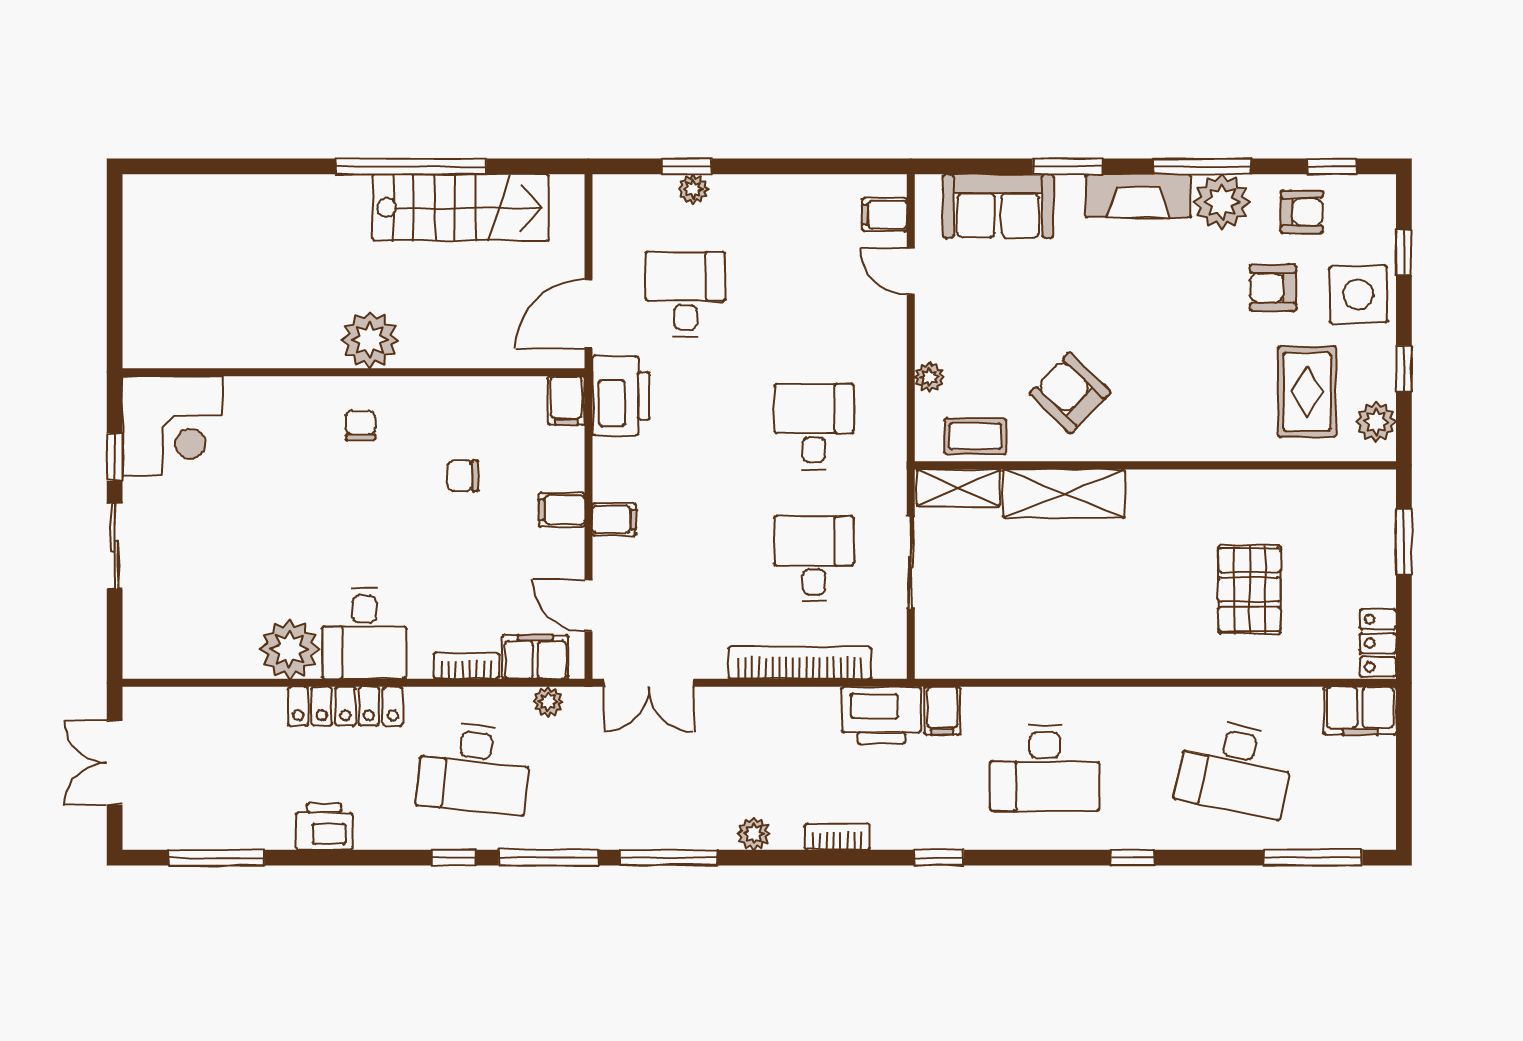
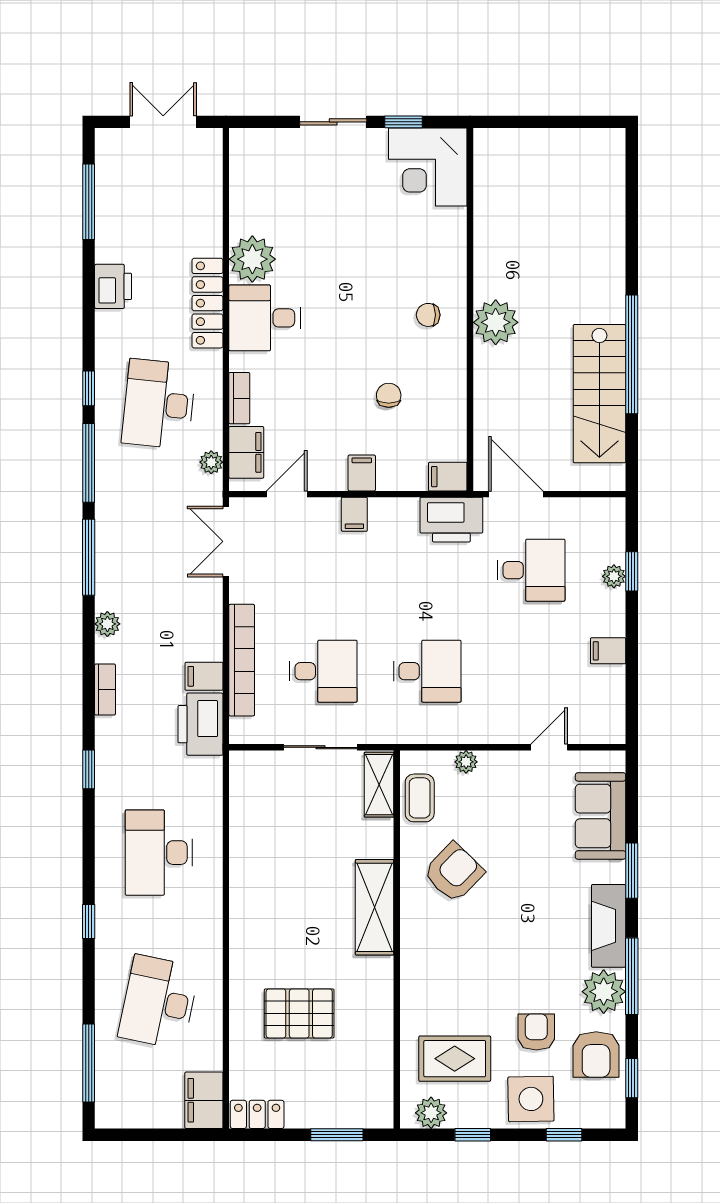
armchair: (1302, 212) -> (596, 1054), width x1.38, depth x1.38
filing cabinet: (885, 215) -> (608, 651), moved, turned -90
chair: (360, 425) -> (428, 315), turned 180
shelving: (1064, 494) -> (375, 907), moved
filing cabinet: (942, 711) -> (204, 676), moved

